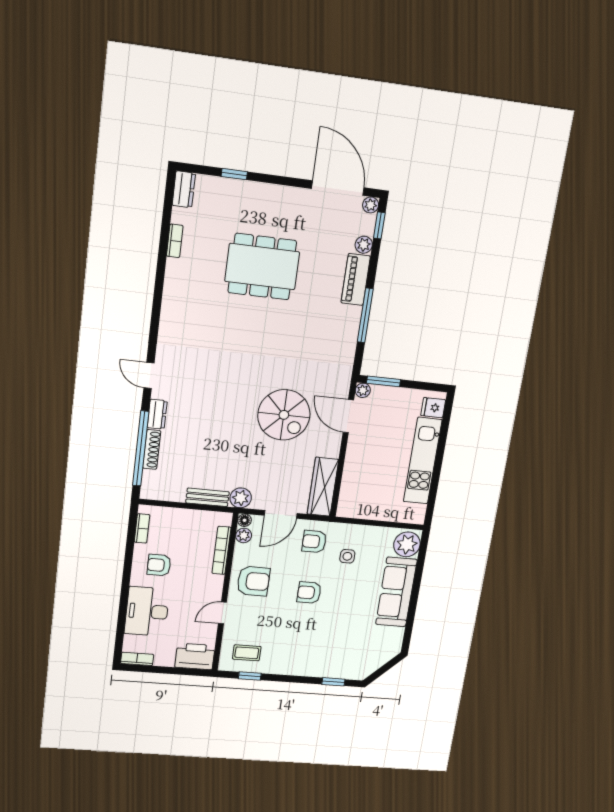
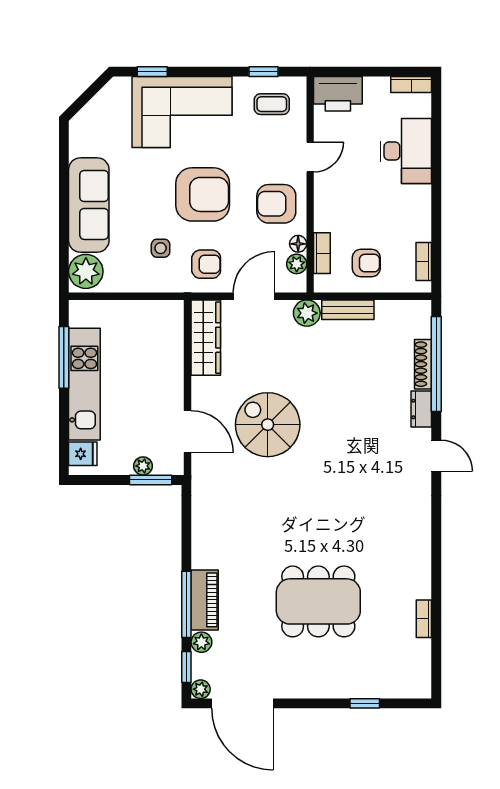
dresser: (184, 189) -> (420, 679), removed
window: (365, 315) -> (186, 604), moved
plant: (363, 390) -> (143, 466), moved
window: (435, 482) -> (64, 357), added
floor lamp: (245, 520) -> (298, 244), moved
bookcase: (221, 550) -> (322, 253), width x0.64
armchair: (159, 565) -> (366, 263), moved
armchair: (309, 593) -> (203, 194), width x1.88, depth x1.88
corner sofa: (316, 652) -> (182, 112), added

